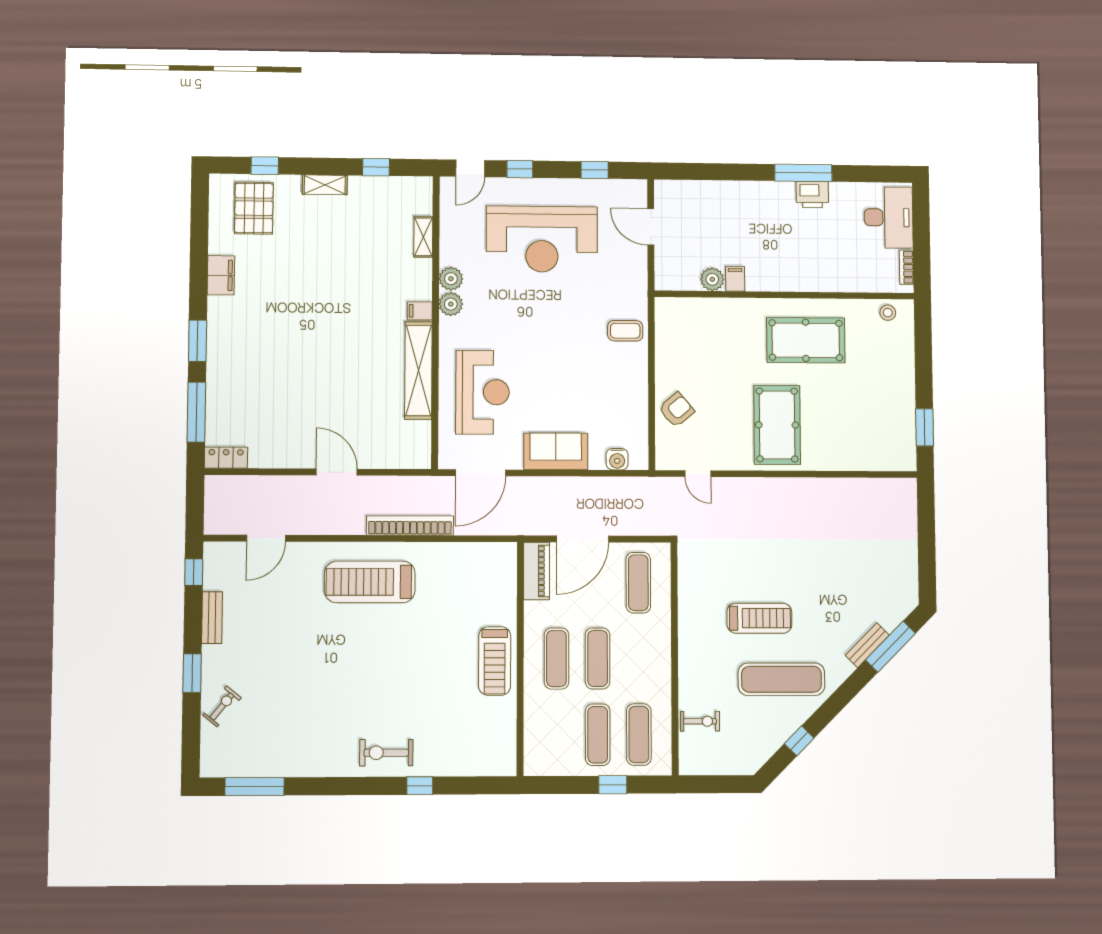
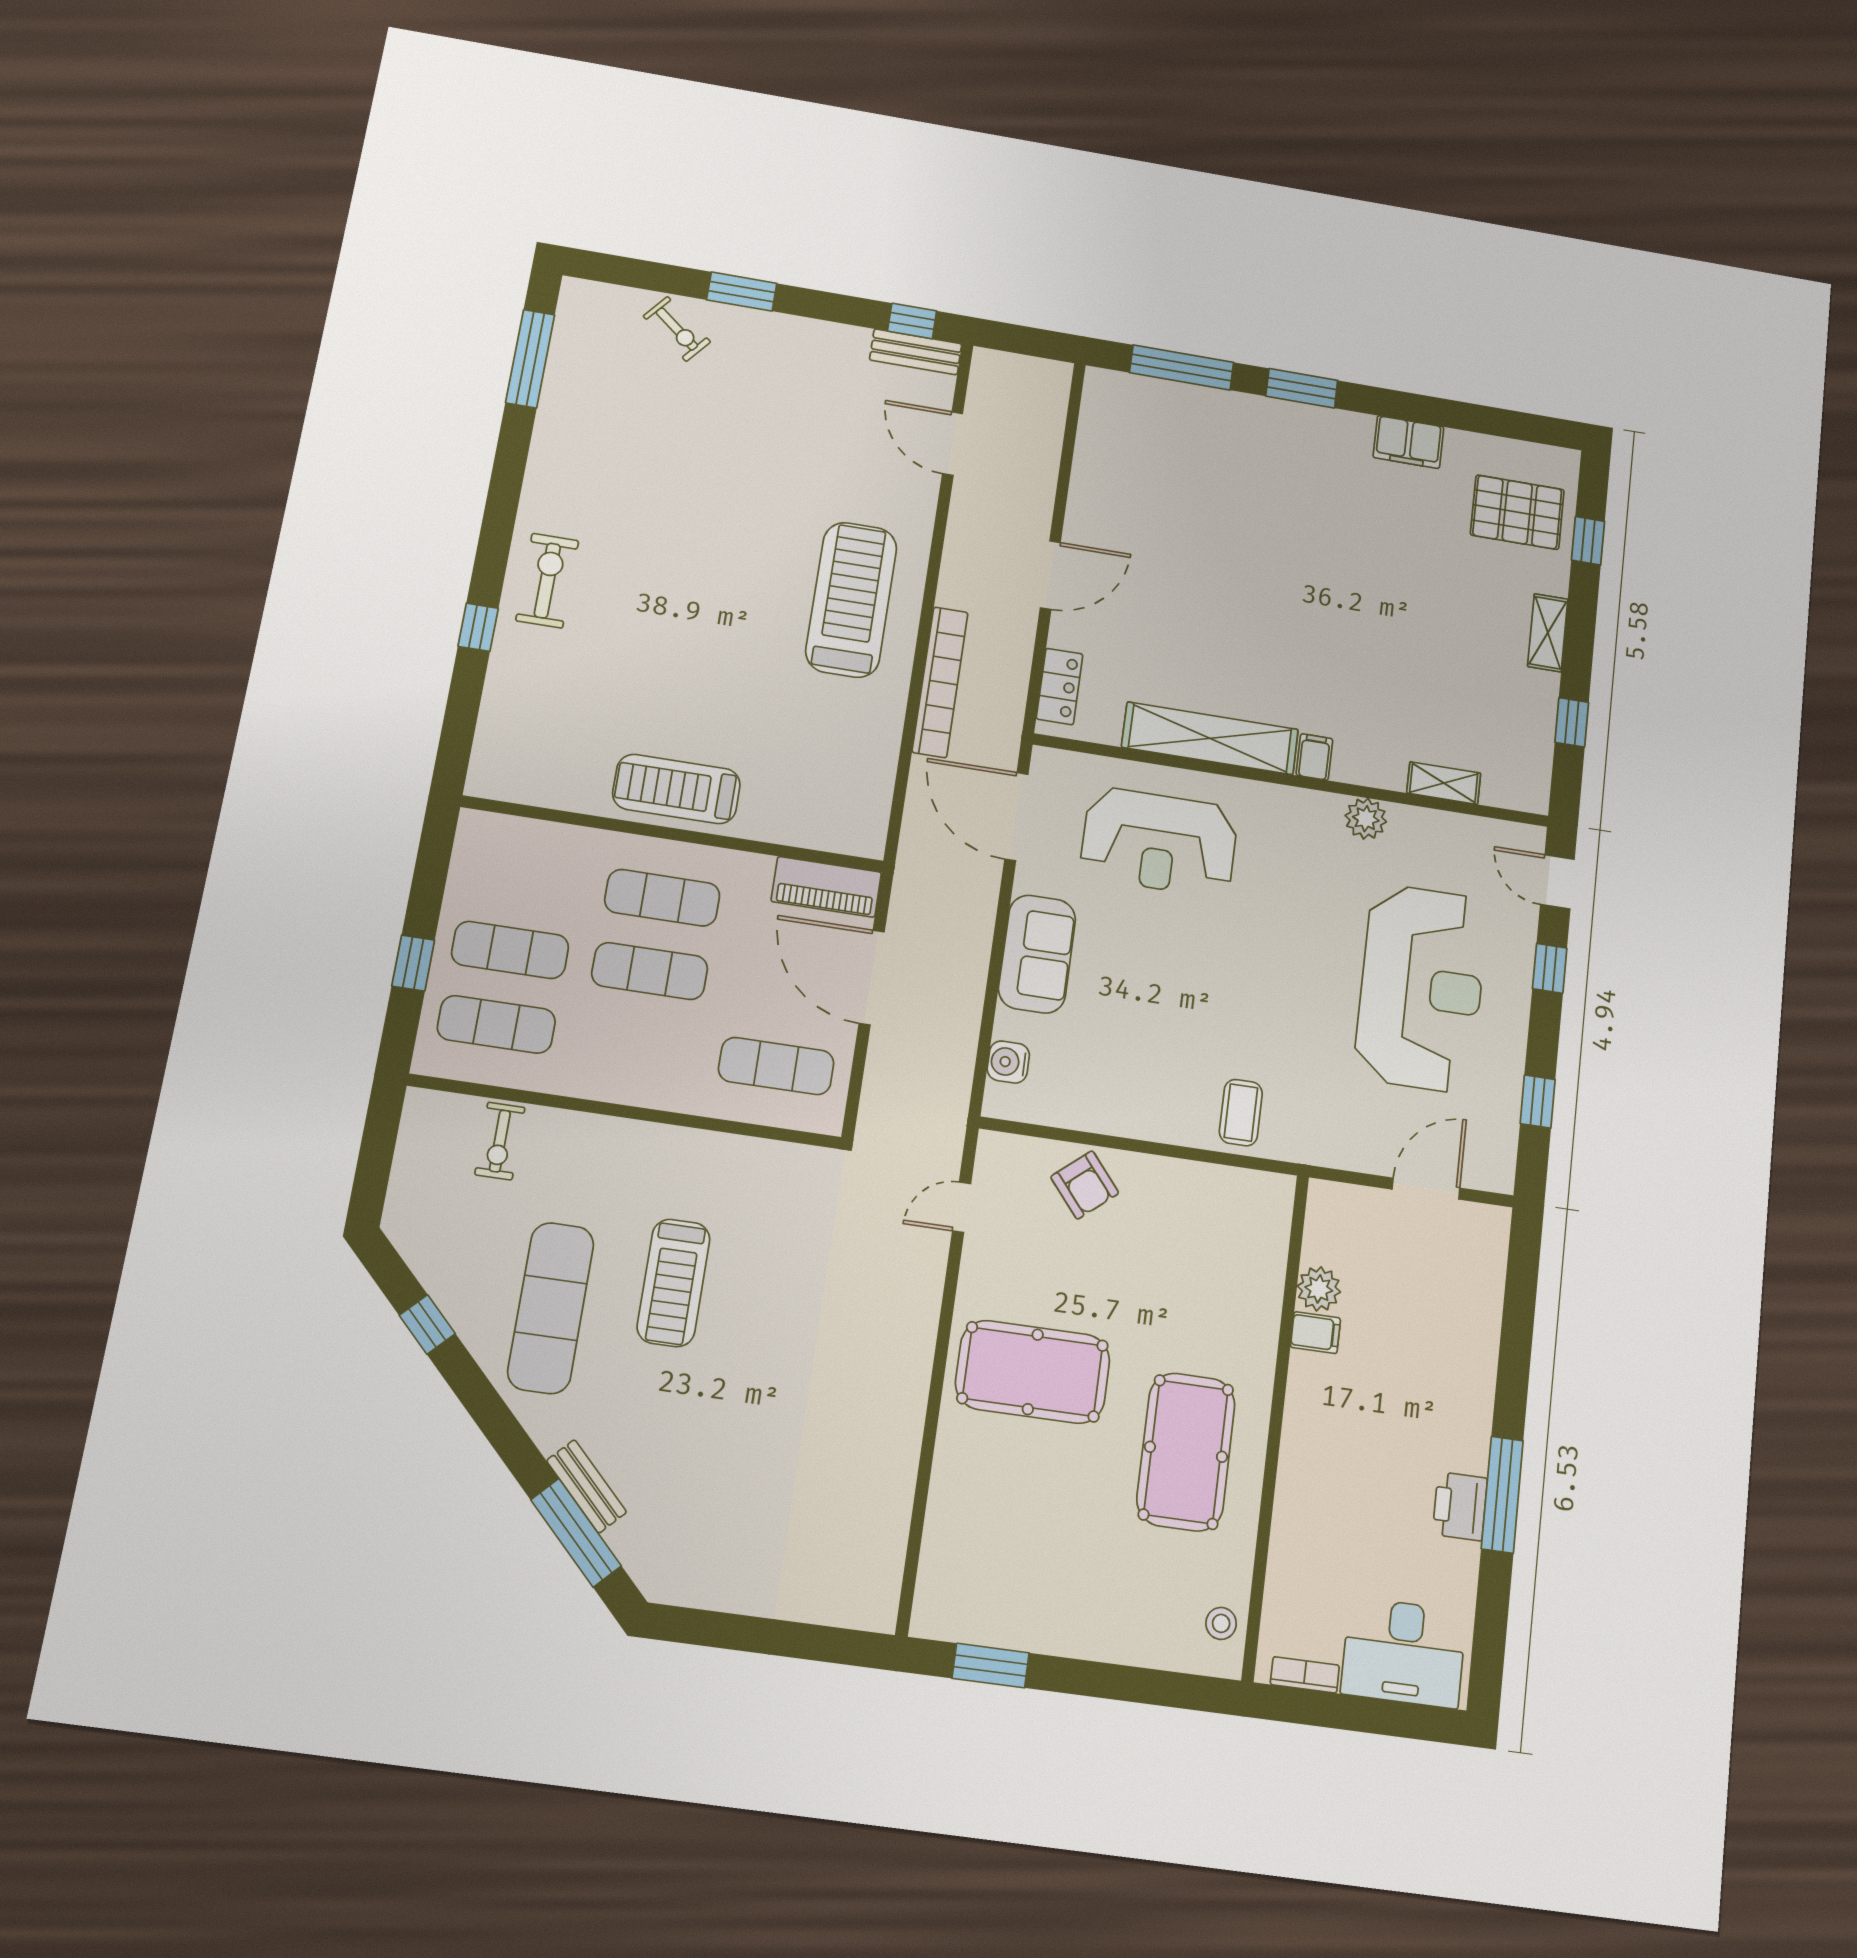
reception desk: (542, 239) -> (1421, 988), turned 180
plant: (451, 304) -> (1321, 812), removed
locker: (226, 458) -> (1060, 686), moved
bench: (212, 618) -> (916, 352), moved

